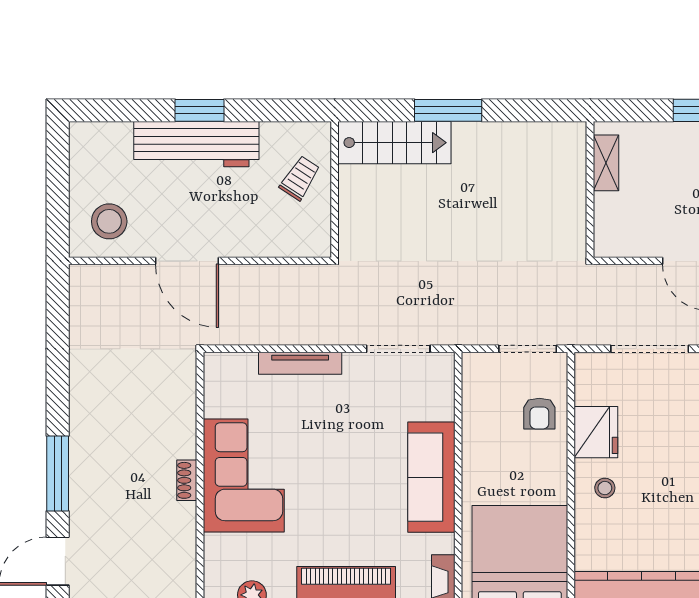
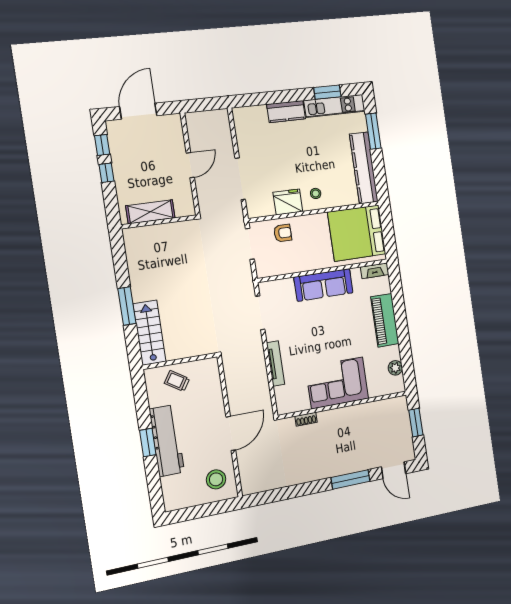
shelving: (606, 163) -> (150, 212), width x1.50, depth x1.33
shoe rack: (187, 480) -> (306, 419), moved

